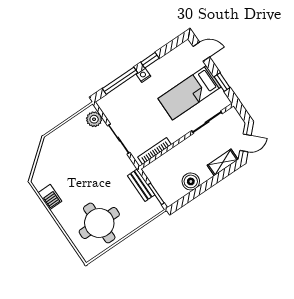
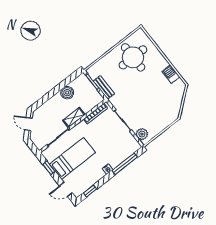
window: (150, 60) -> (90, 191), moved
door: (246, 143) -> (29, 124), hinge flipped
shelving: (223, 162) -> (74, 117), moved

